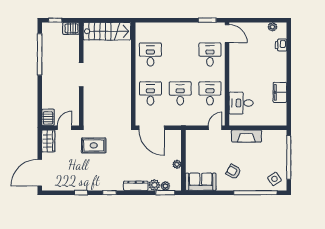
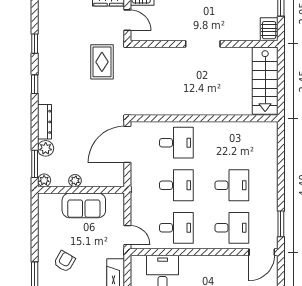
desk: (150, 55) -> (232, 185), moved
sofa: (201, 182) -> (84, 205), moved, turned 90
plant: (165, 186) -> (44, 180), moved

